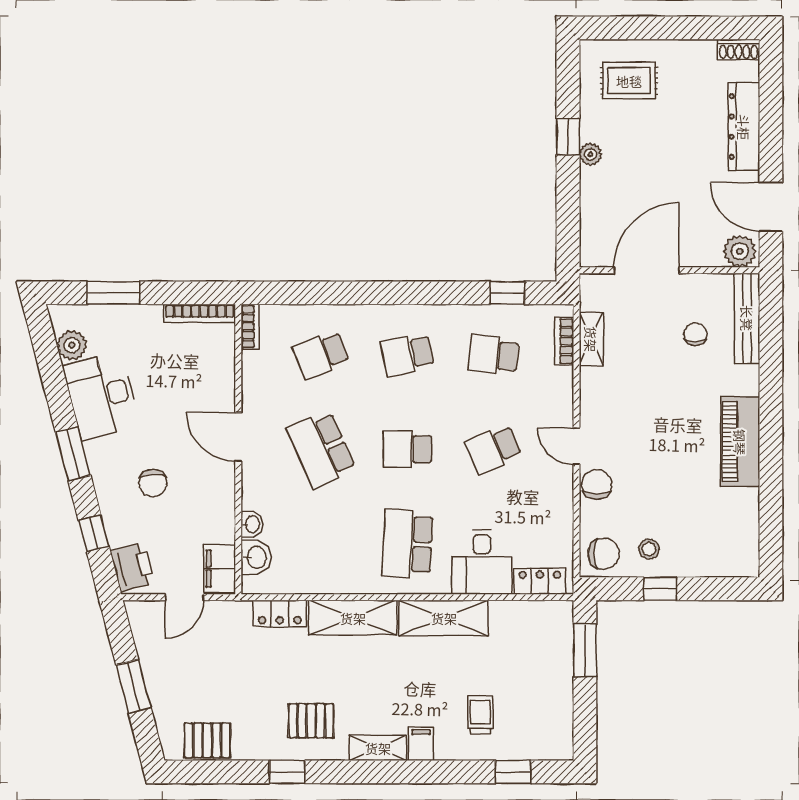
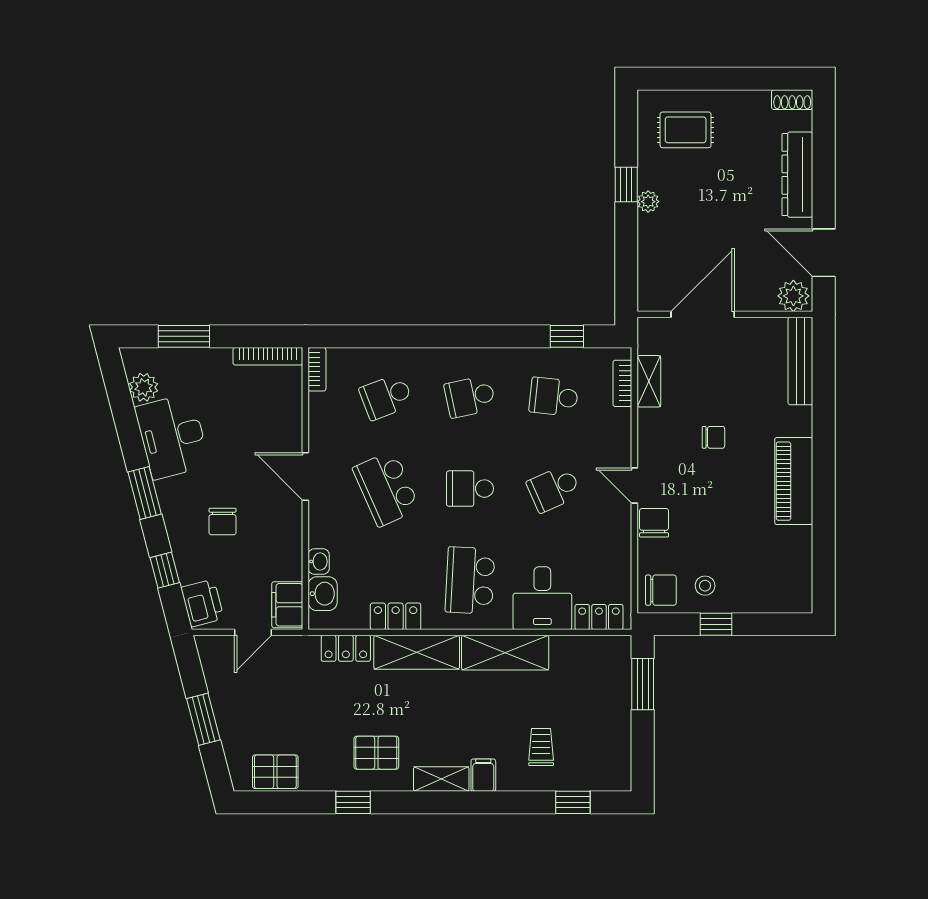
chair: (695, 334) -> (713, 437), moved, turned 90
locker: (331, 581) -> (396, 616), added

